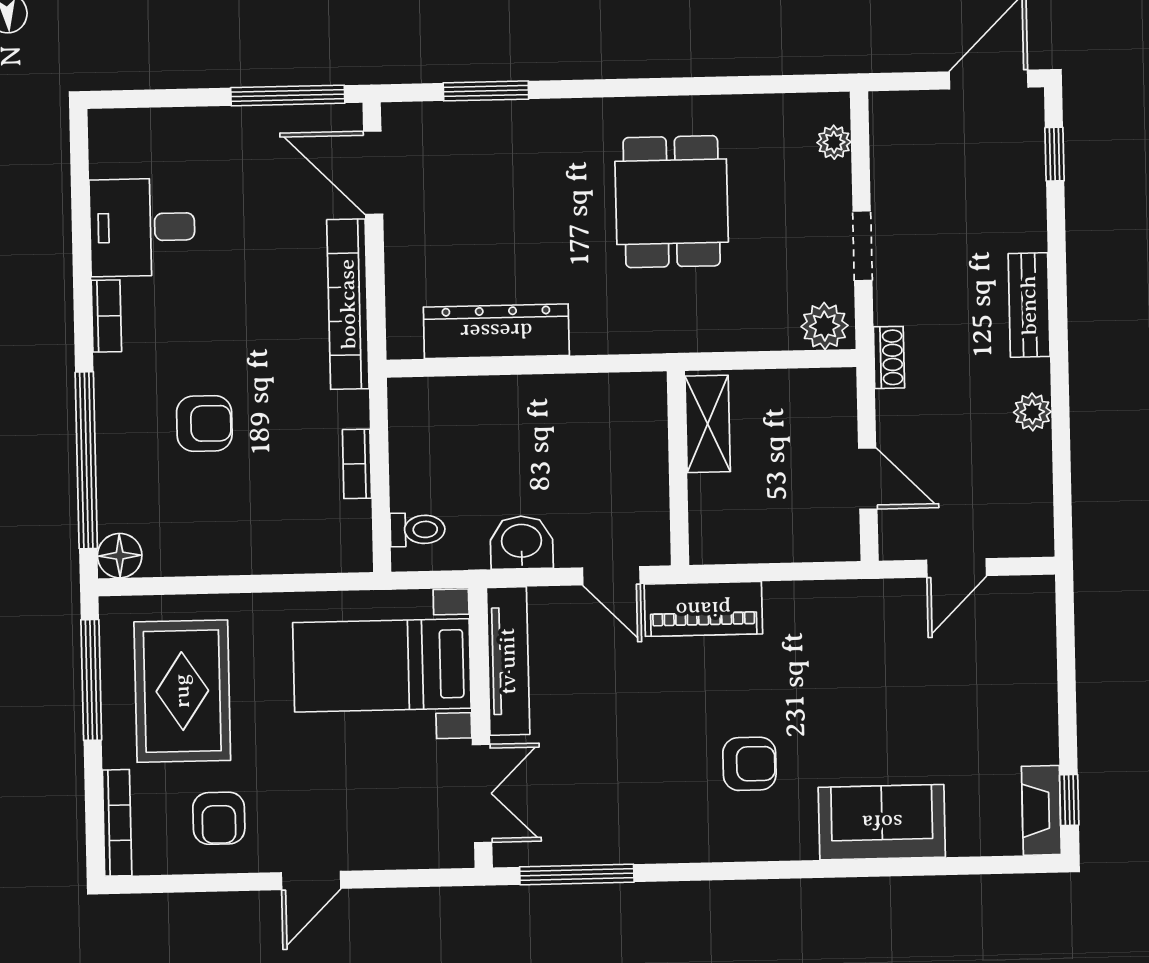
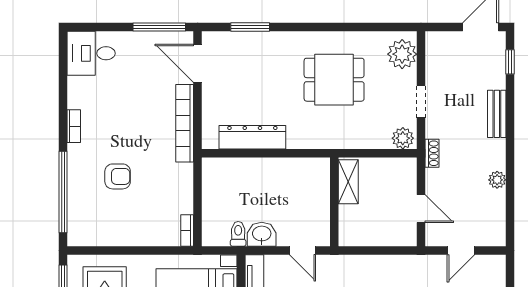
plant: (834, 142) -> (402, 54), width x1.87, depth x1.87
dining table: (672, 202) -> (334, 80), turned 90
desk: (142, 227) -> (91, 53), moved
bench: (1029, 305) -> (497, 114), moved
bookcase: (357, 464) -> (187, 230), moved
toilet: (418, 530) -> (238, 234), moved, turned -90
floor lamp: (120, 556) -> (77, 236), removed
piano: (703, 609) -> (344, 267), removed

